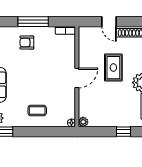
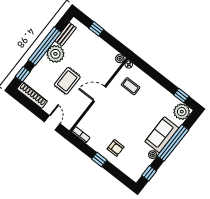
window: (33, 22) -> (99, 160), width x0.46
door: (109, 22) -> (52, 123), moved
coffee table: (37, 111) -> (131, 86), moved

